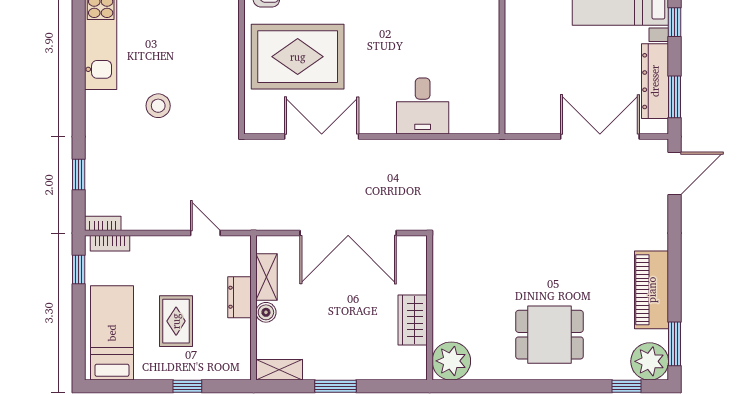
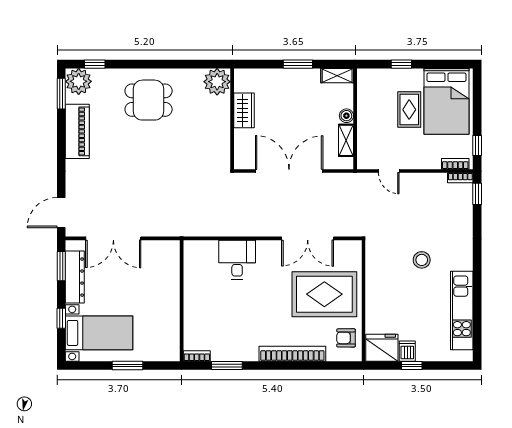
window: (79, 175) -> (477, 194), moved
dresser: (240, 297) -> (365, 126), removed
bed: (112, 333) -> (446, 101), width x1.50

